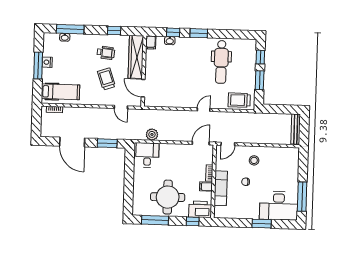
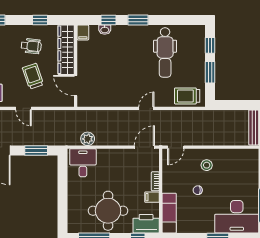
door: (121, 107) -> (23, 108), moved
exam couch: (221, 188) -> (169, 213), moved

